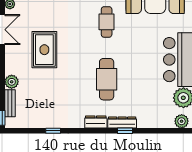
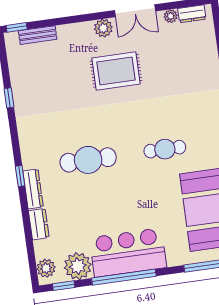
plant: (12, 82) -> (103, 28), moved
dresser: (96, 122) -> (39, 224), moved
window: (125, 131) -> (20, 176), moved

